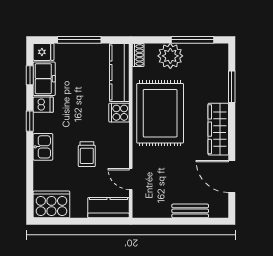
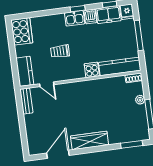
plant: (170, 56) -> (140, 100), width x0.53, depth x0.53
window: (232, 87) -> (132, 144), moved
rug: (160, 113) -> (95, 99), removed
kitchen sink: (43, 147) -> (75, 18), moved
door: (131, 179) -> (47, 84), swing flipped
bench: (190, 211) -> (26, 101), moved

